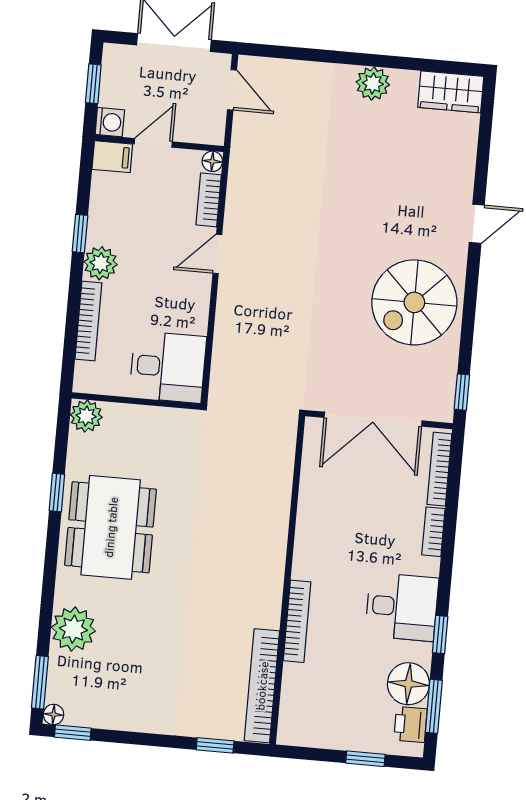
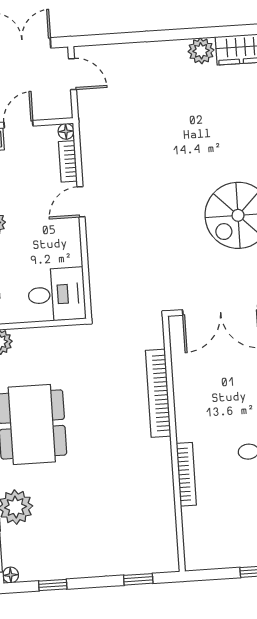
plant: (373, 83) -> (201, 51), moved
bookcase: (262, 686) -> (158, 393), moved
window: (73, 733) -> (53, 585), moved

